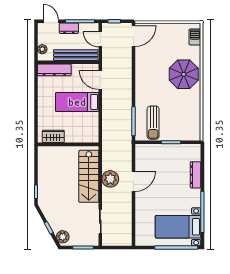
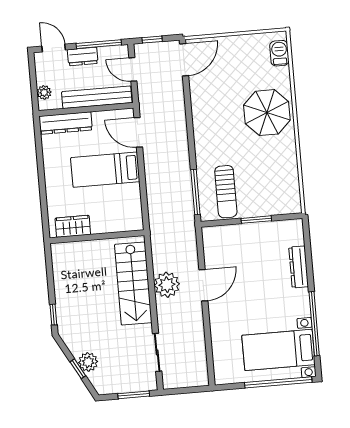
plant: (63, 237) -> (88, 362), moved

